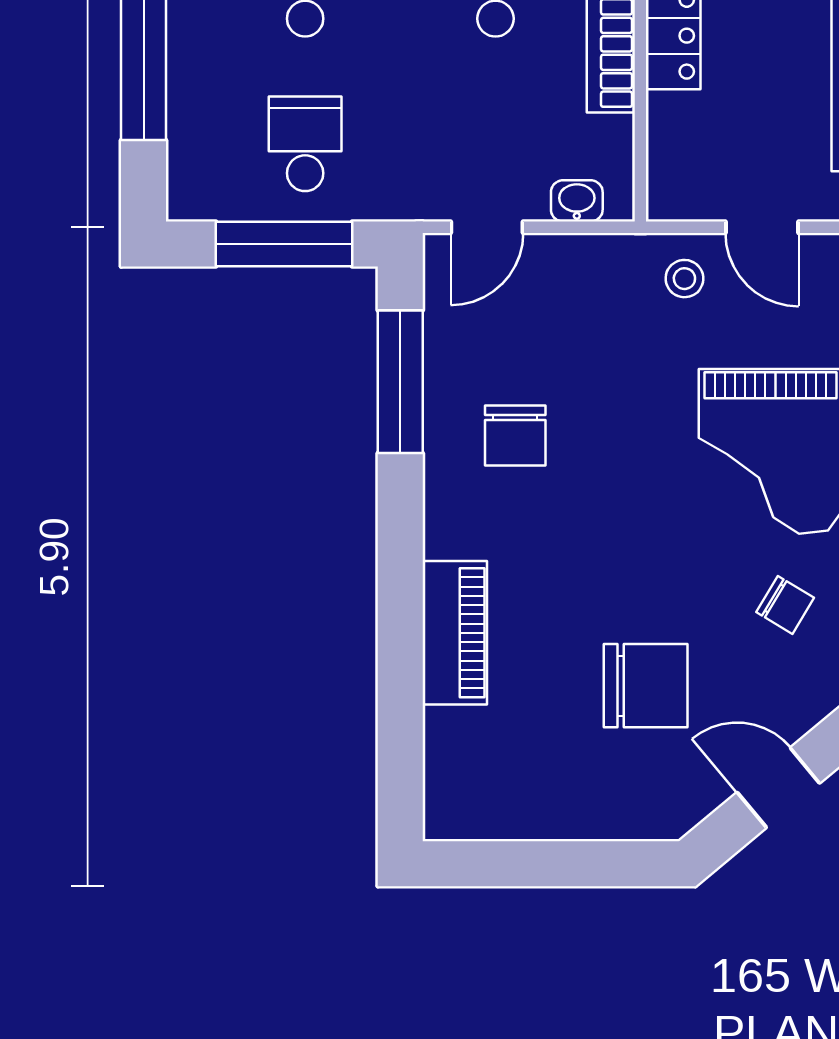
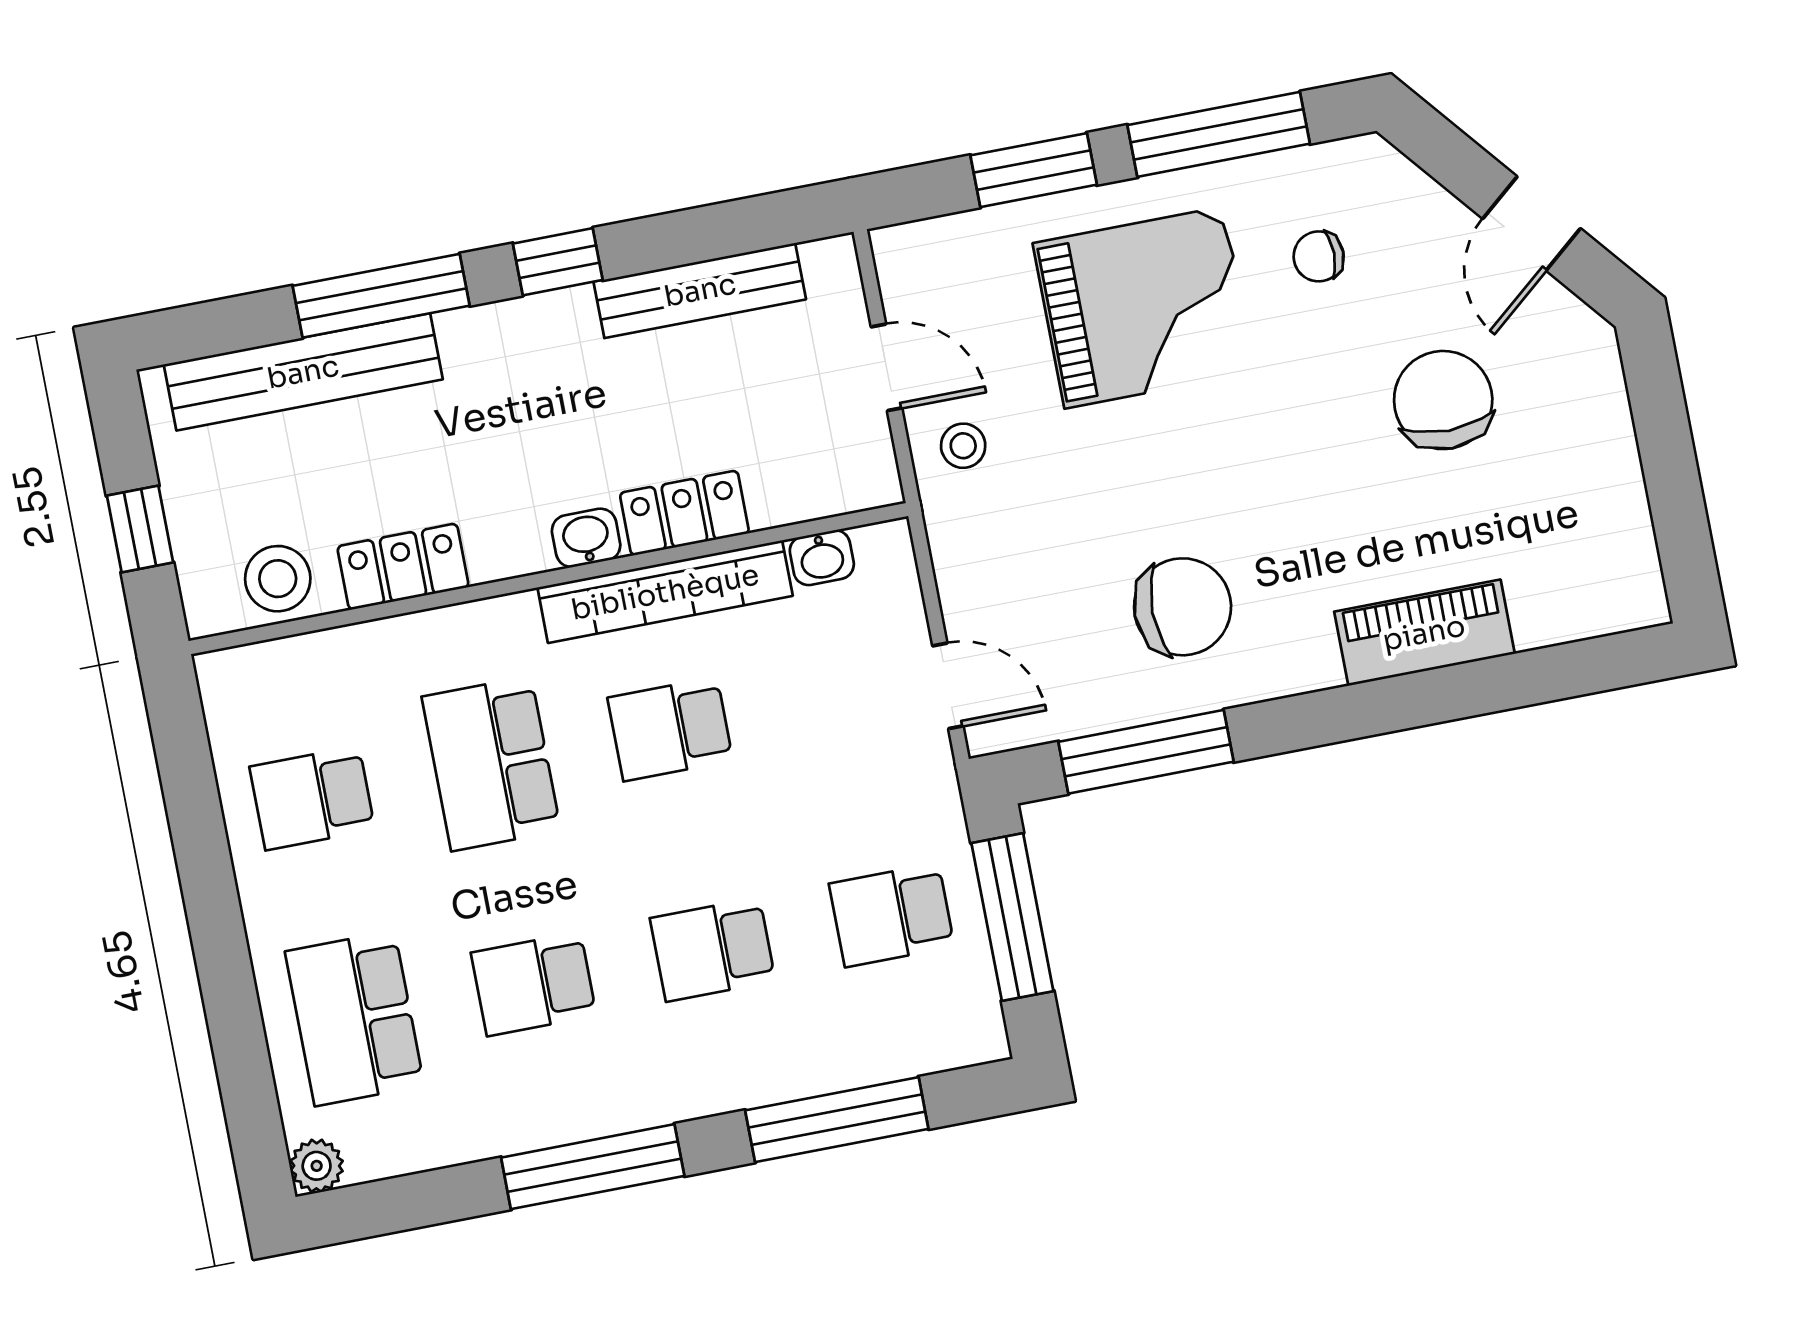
washbasin: (577, 201) -> (822, 558), moved, turned -90
door: (762, 227) -> (886, 367), hinge flipped
chair: (515, 435) -> (1183, 607), width x1.37, depth x1.37
chair: (785, 605) -> (1319, 256), turned -121

